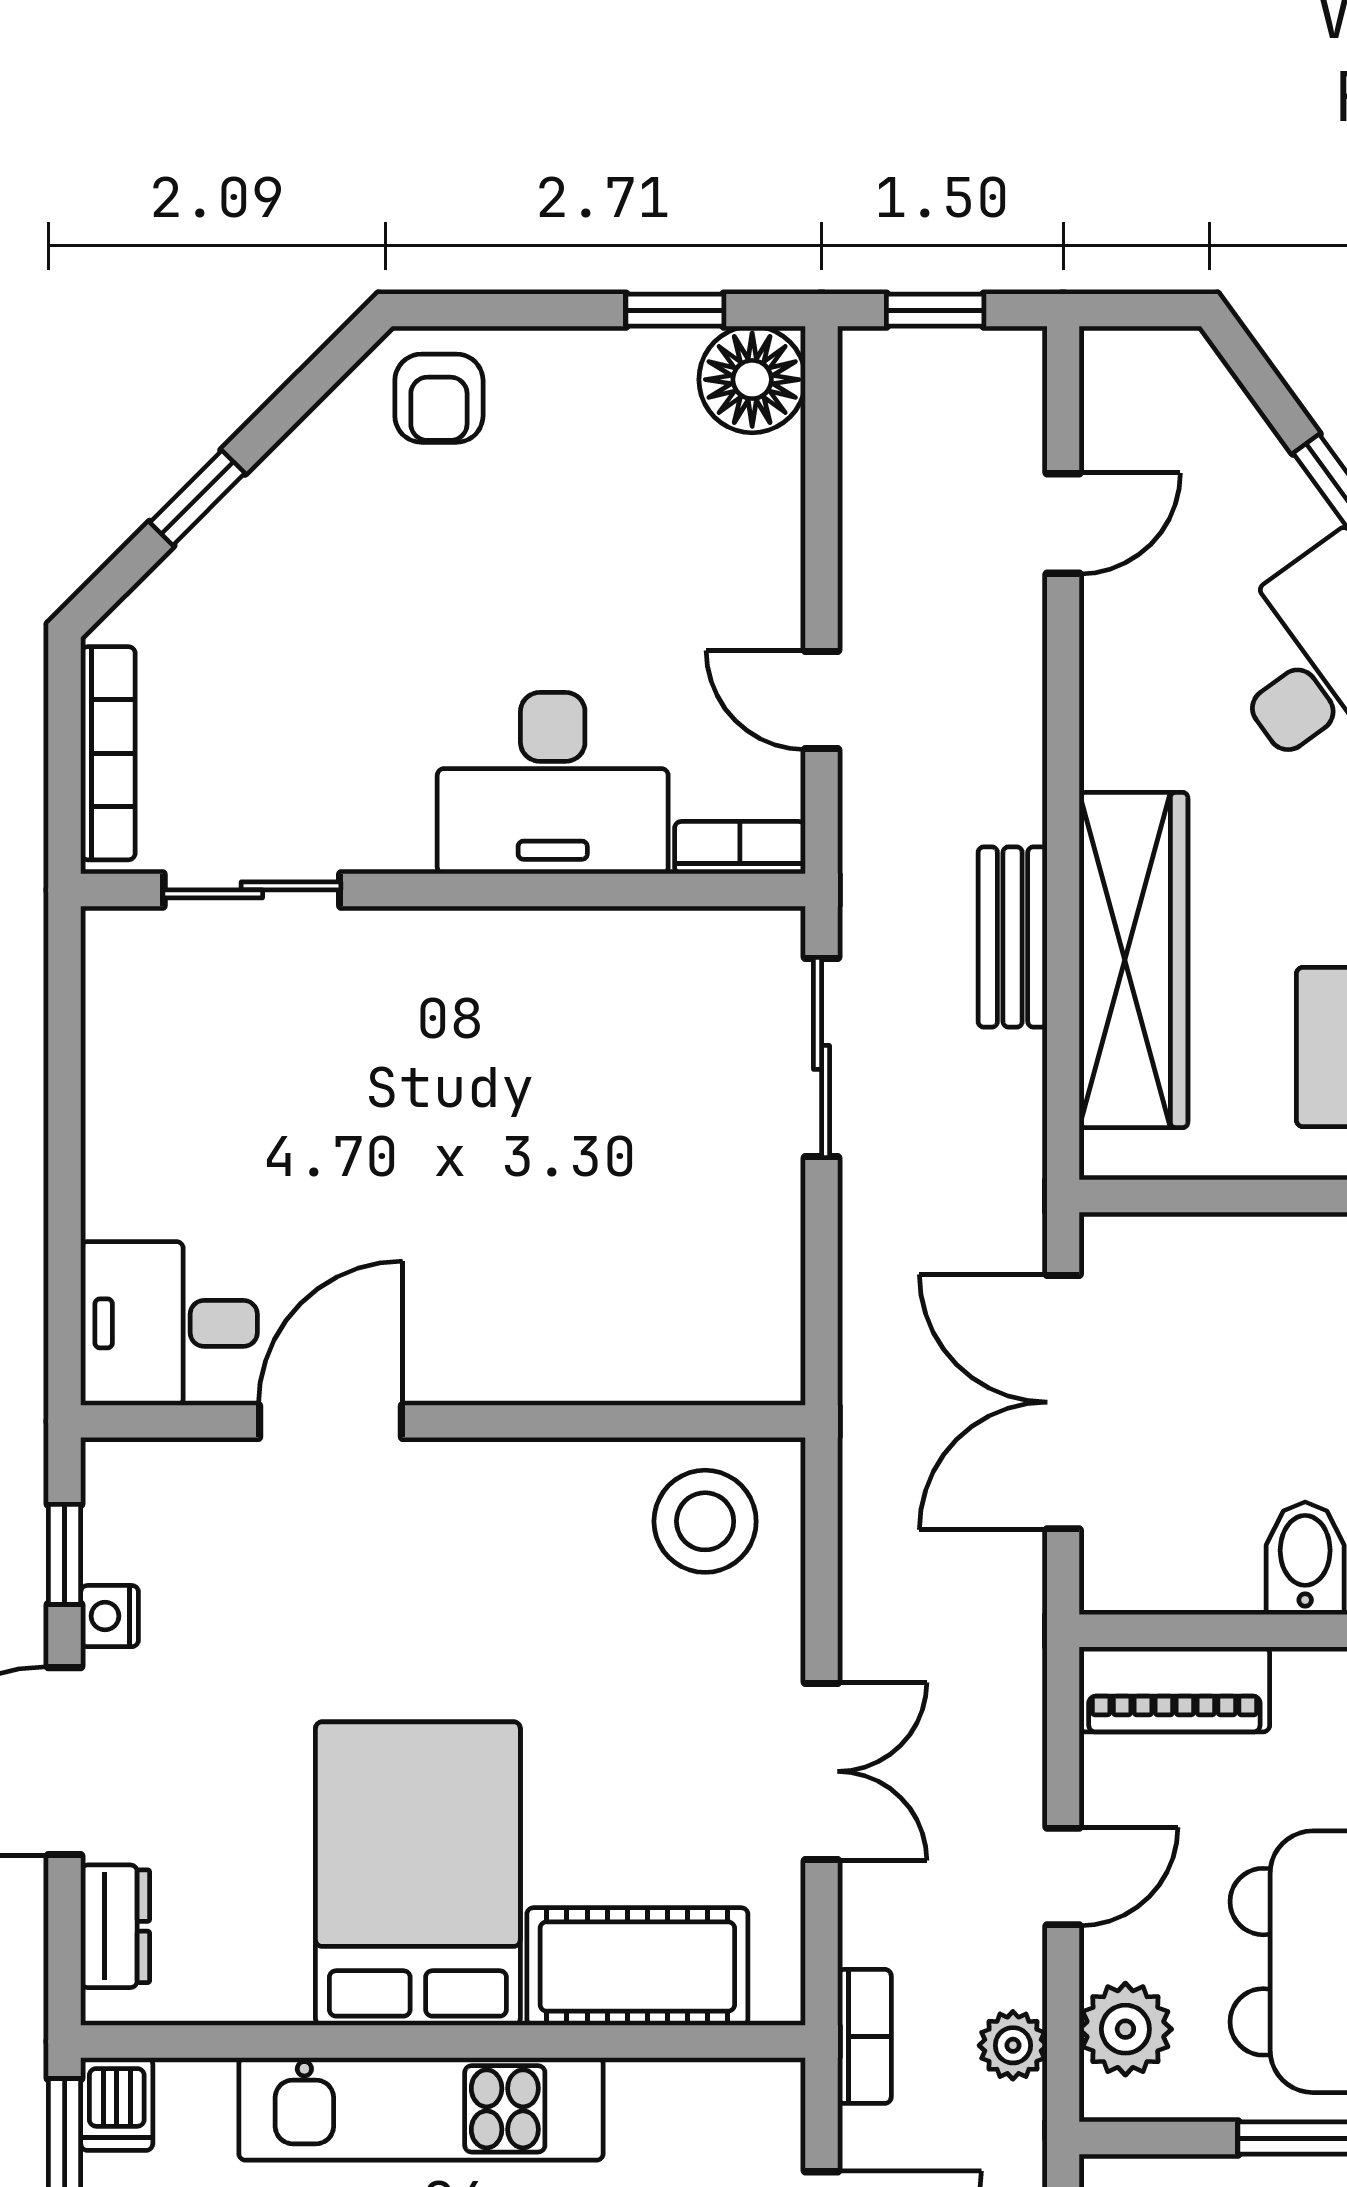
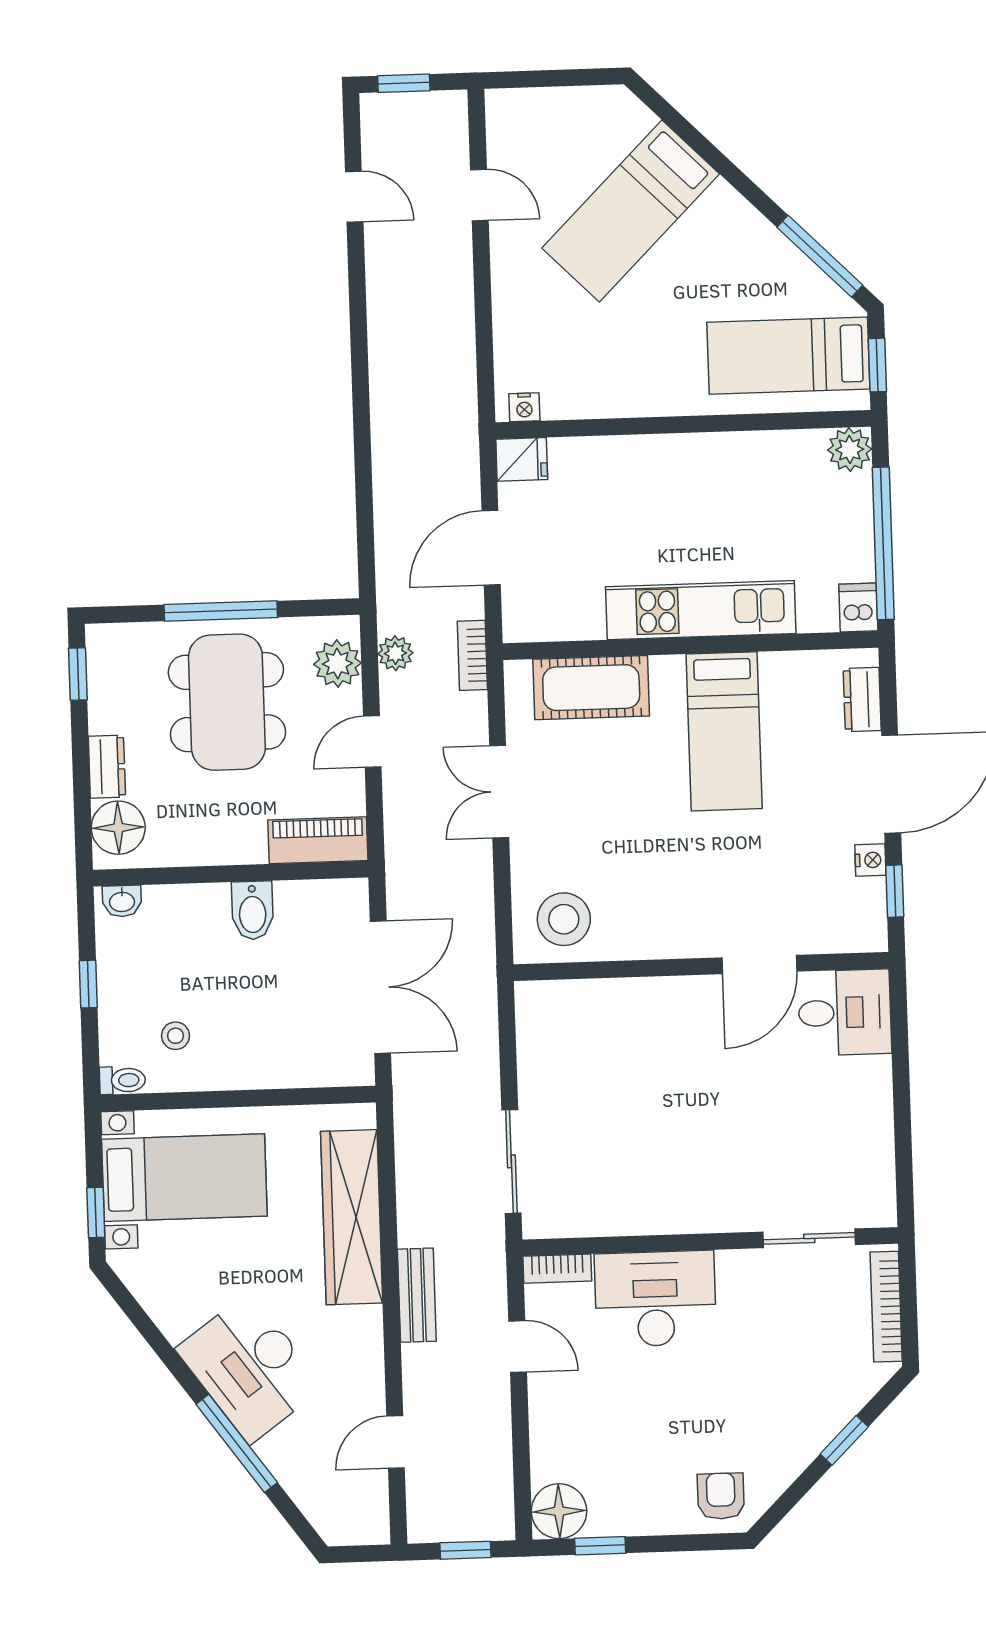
bench: (1013, 937) -> (417, 1295), moved
bed: (418, 1874) -> (724, 731), width x0.67

